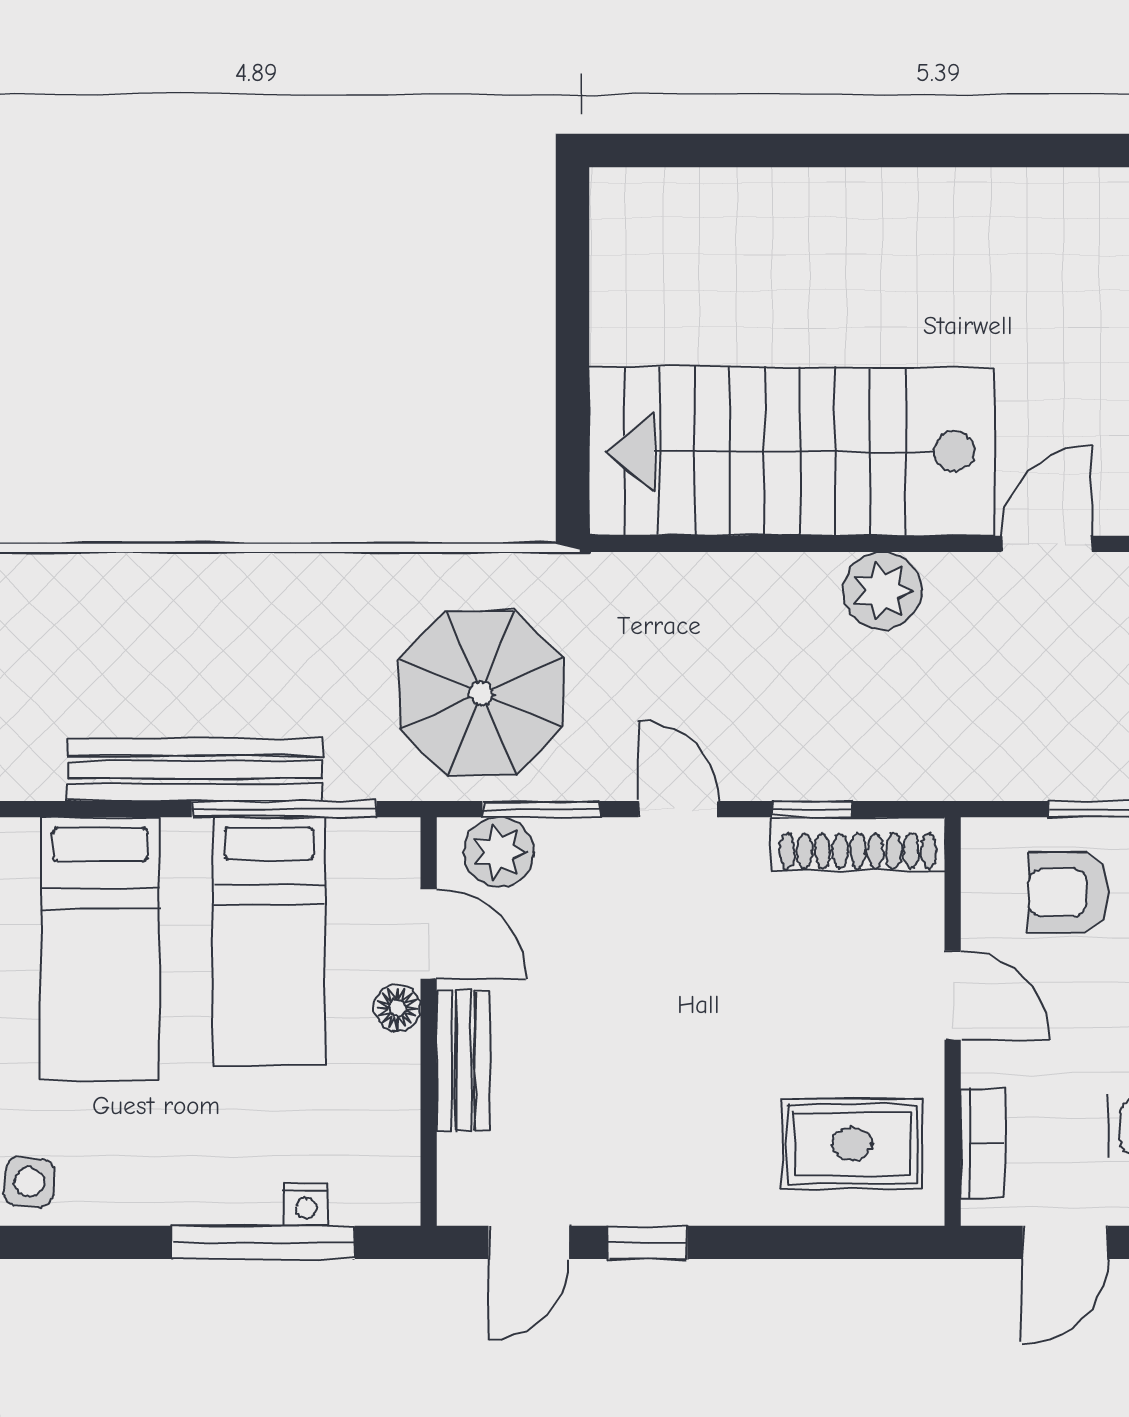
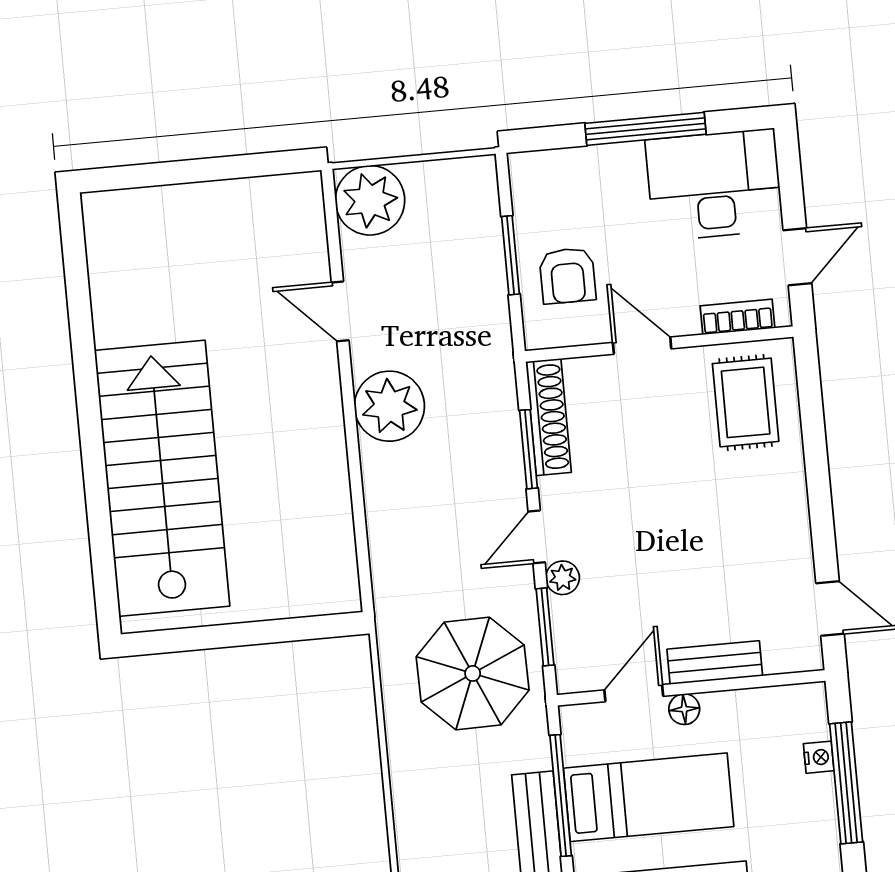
stairs: (792, 451) -> (162, 478), moved, turned 180
plant: (882, 591) -> (389, 406), width x1.36, depth x1.36
window: (812, 809) -> (529, 449), width x1.50
plant: (499, 852) -> (563, 578), moved, width x0.73, depth x0.73
door: (953, 995) -> (642, 346), hinge flipped
window: (648, 1242) -> (823, 531), removed
door: (1065, 1242) -> (797, 257), hinge flipped

